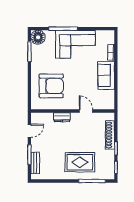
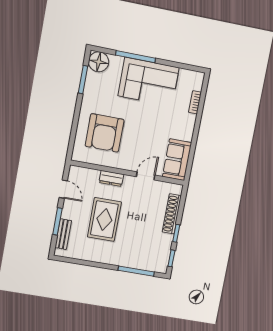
sofa: (106, 75) -> (177, 160), moved
armchair: (51, 86) -> (105, 133), turned 90
door: (86, 111) -> (146, 176), hinge flipped
door: (29, 131) -> (63, 189), hinge flipped
rug: (80, 162) -> (104, 219), moved, turned 90

